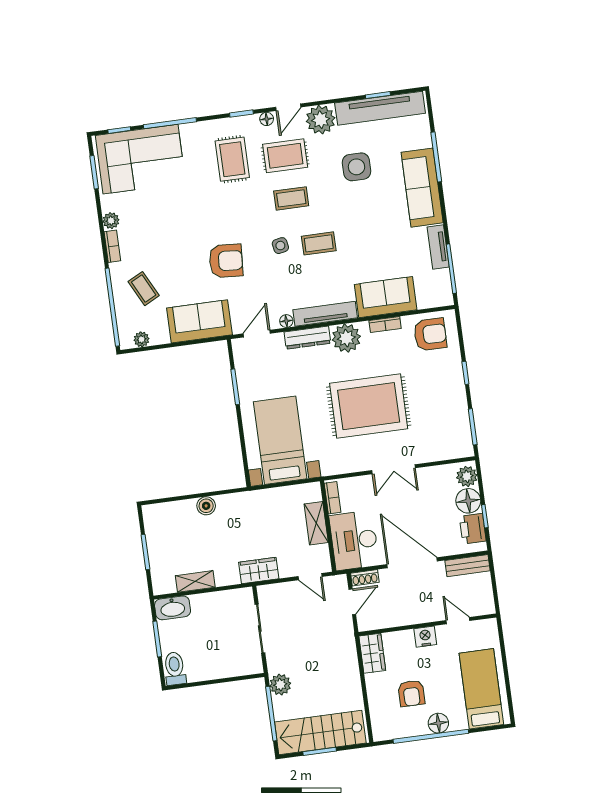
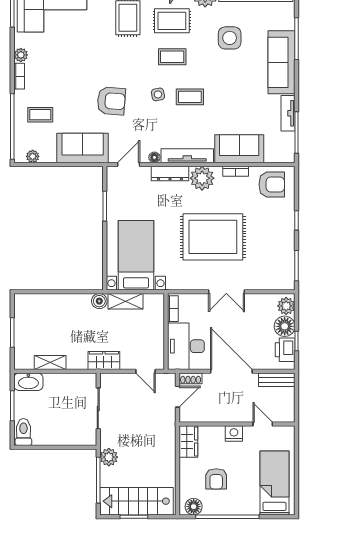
coffee table: (144, 289) -> (40, 115), turned -63
boiler: (206, 506) -> (99, 301), moved
shelving: (316, 523) -> (126, 301), moved, turned 90
floor lamp: (438, 723) -> (194, 507), moved

